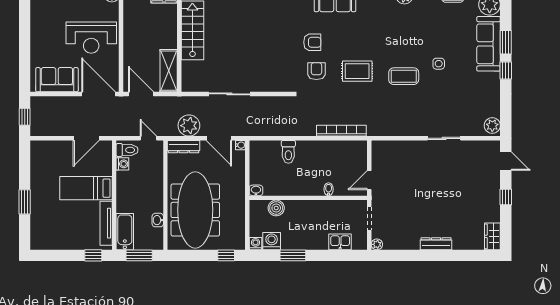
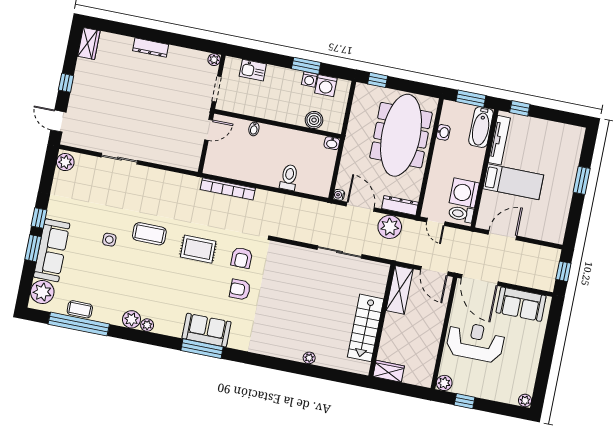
washing machine: (122, 164) -> (464, 193), width x1.89, depth x1.89
washing machine: (255, 244) -> (309, 79), moved

